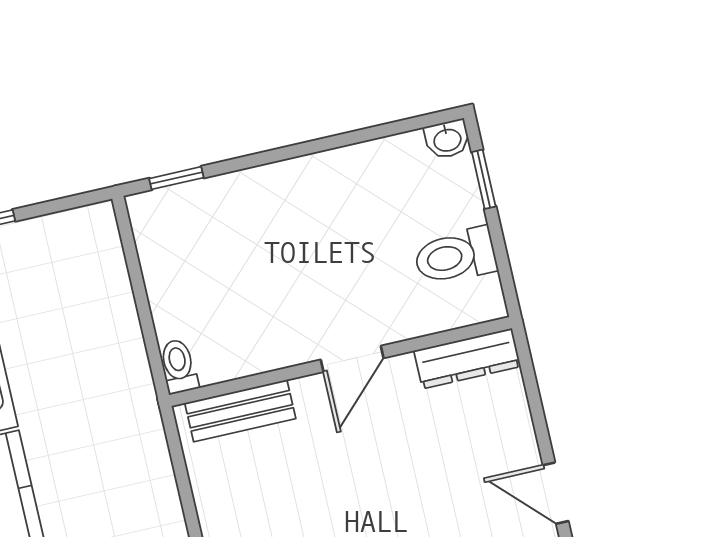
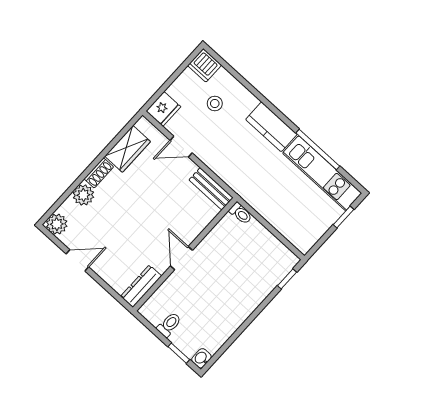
toilet: (455, 256) -> (169, 325), width x0.73, depth x0.72
bench: (240, 411) -> (211, 189), moved, turned 90

